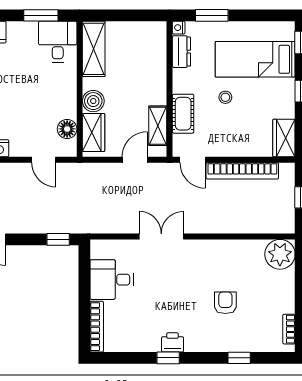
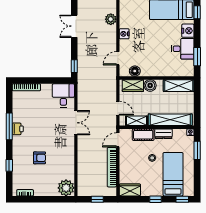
desk: (58, 42) -> (183, 49), moved
dresser: (181, 52) -> (163, 134), moved
shelving: (156, 64) -> (170, 120), added
desk: (112, 280) -> (63, 95), moved
window: (168, 358) -> (9, 126), width x2.17

